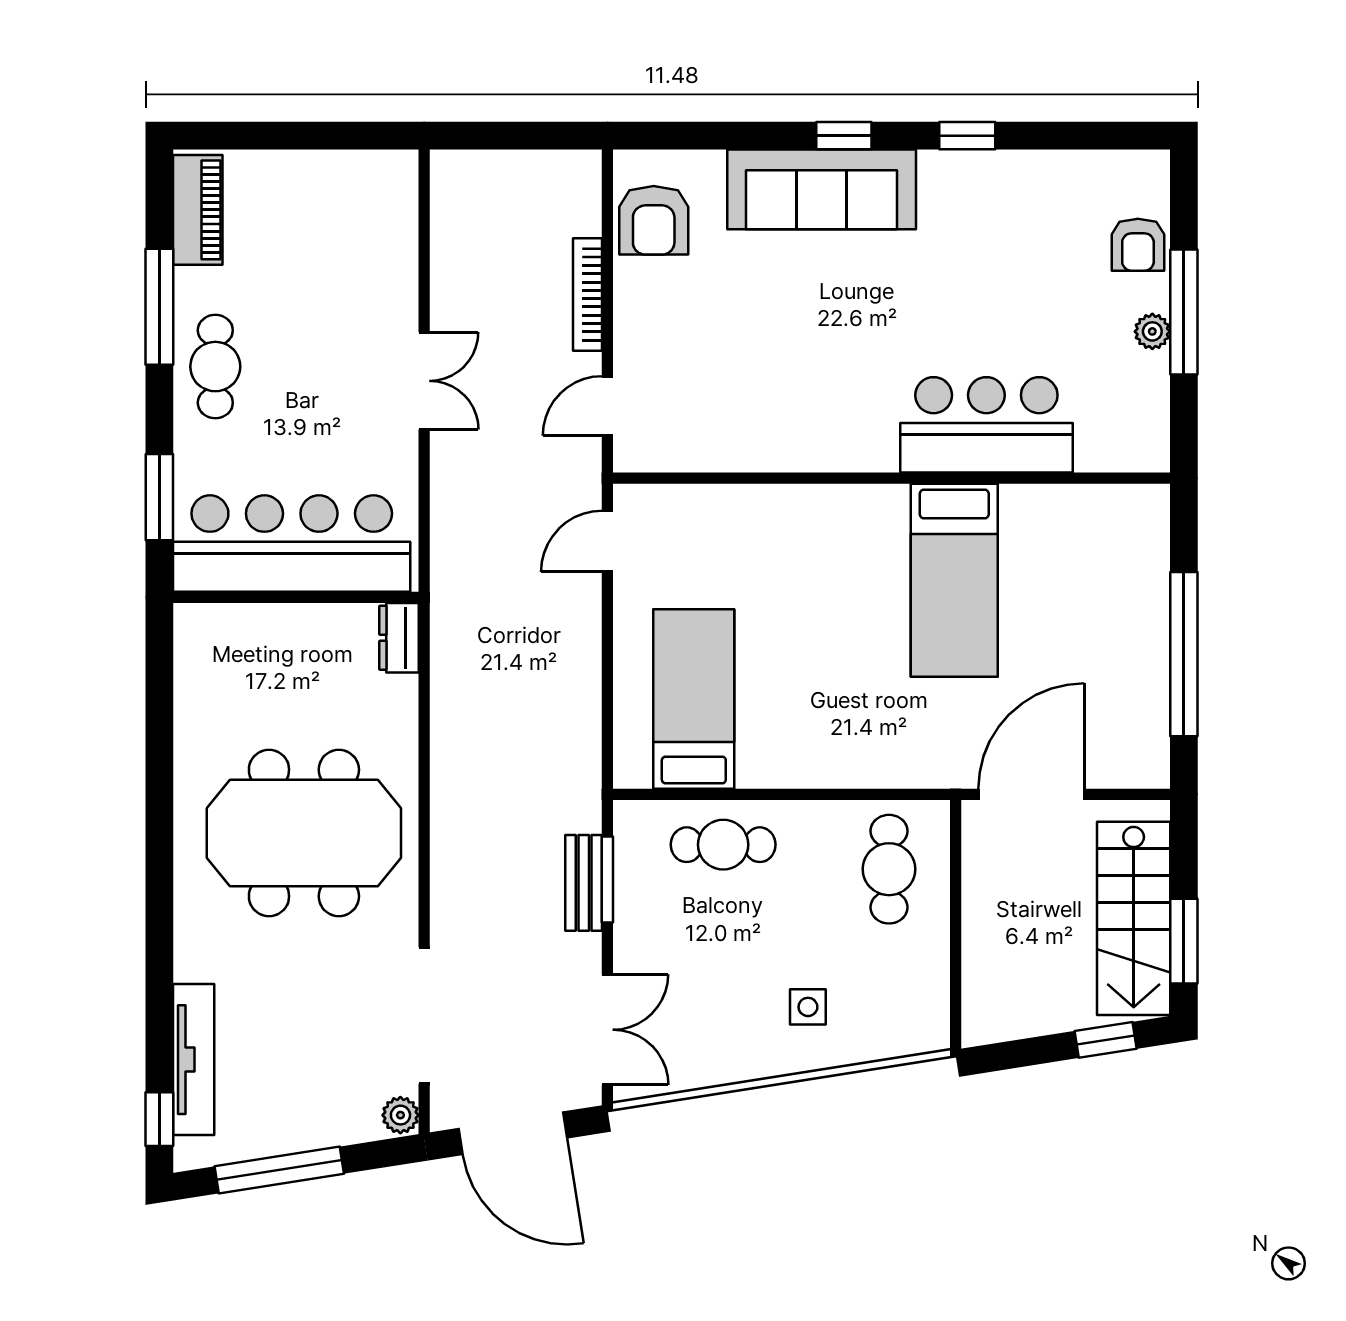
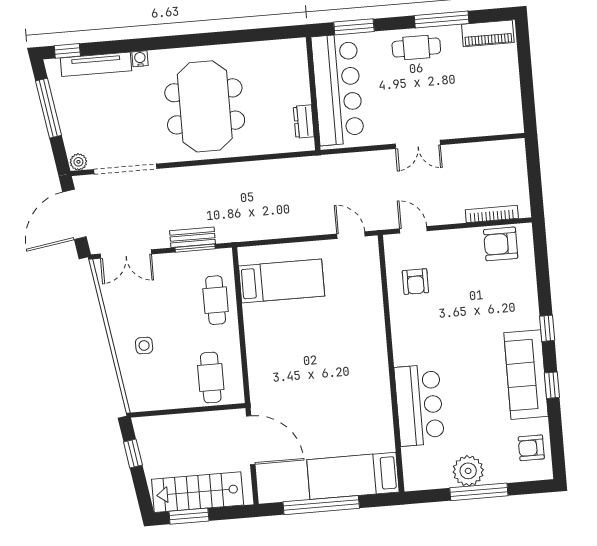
sofa: (822, 189) -> (526, 375), moved
armchair: (1138, 245) -> (531, 448), moved
bookcase: (588, 295) -> (492, 214), moved
plant: (1152, 331) -> (468, 471), width x1.87, depth x1.87
armchair: (719, 411) -> (415, 282), added
bed: (954, 580) -> (353, 476), moved
dresser: (399, 638) -> (304, 122), moved, turned -90
cafe table: (889, 869) -> (211, 377), turned 90
water cooler: (189, 964) -> (140, 59), added
window: (1106, 1040) -> (133, 454), moved

